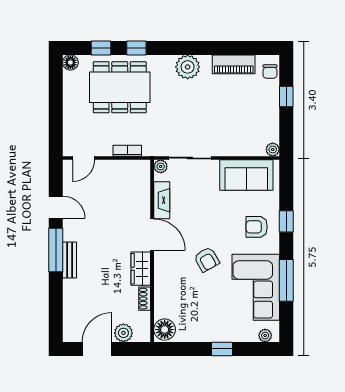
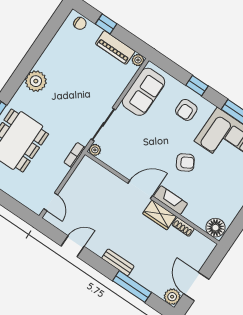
piano: (234, 64) -> (115, 47), moved, turned 90
bookcase: (127, 151) -> (75, 155), moved
fireplace: (162, 200) -> (171, 200), moved
window: (56, 250) -> (132, 287), moved
plant: (123, 333) -> (172, 297), moved

